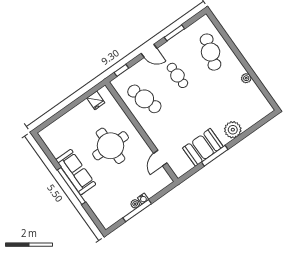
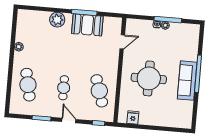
cafe table: (211, 52) -> (28, 85), turned -30

